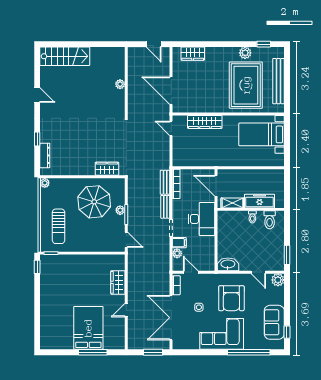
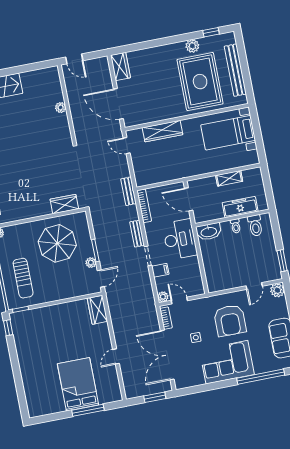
door: (154, 44) -> (74, 59), moved
wardrobe: (193, 54) -> (120, 66), moved, turned -90
bench: (165, 182) -> (129, 191), moved
shelving: (232, 203) -> (229, 178), moved
plant: (120, 210) -> (91, 263), moved
door: (126, 240) -> (101, 279), hinge flipped
plant: (177, 253) -> (163, 297), moved
washbasin: (228, 264) -> (209, 232), moved, turned 180
door: (258, 272) -> (254, 286), hinge flipped
wardrobe: (118, 282) -> (97, 310), moved

